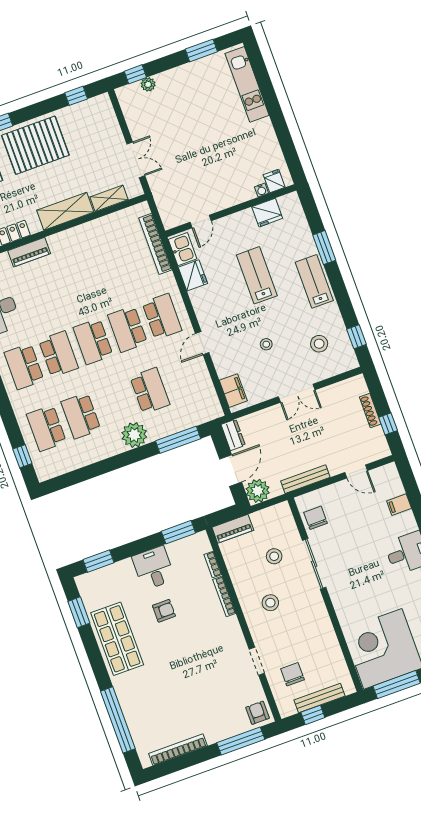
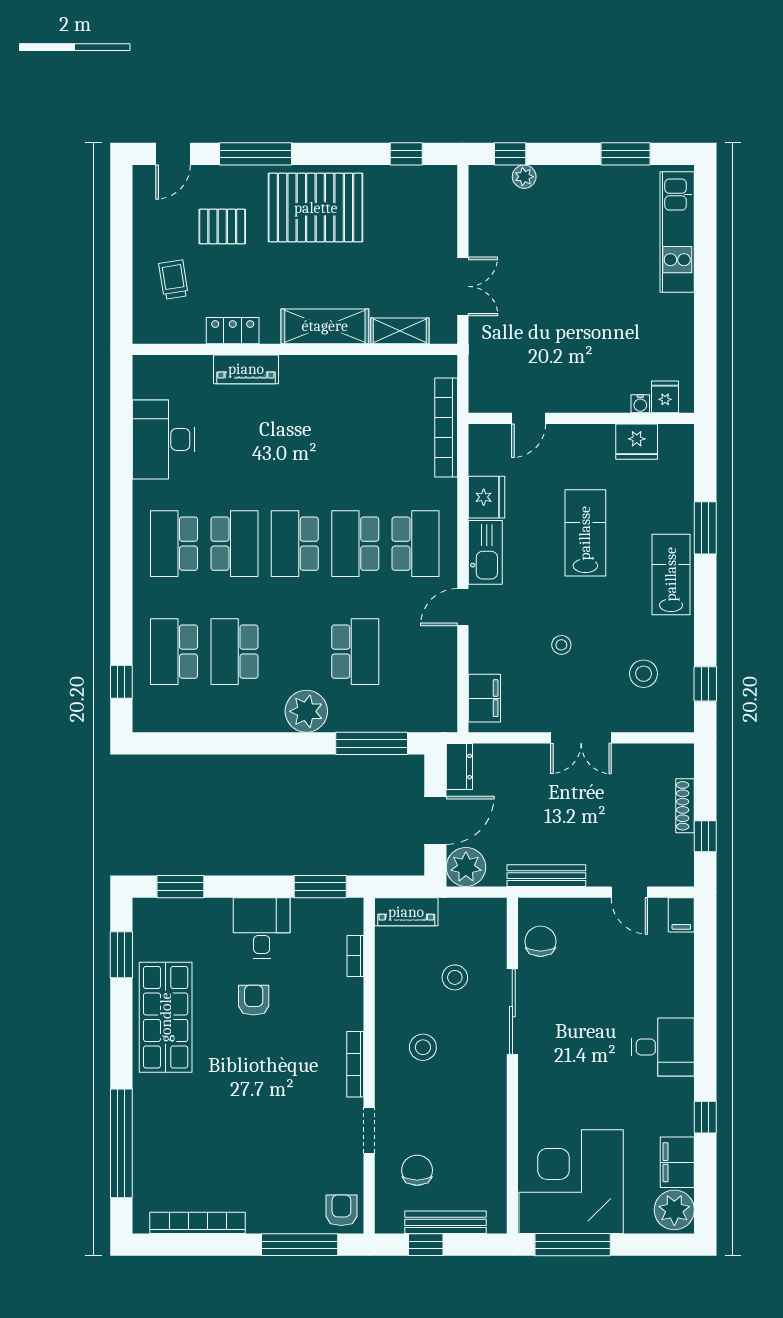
kitchen sink: (183, 249) -> (485, 552), moved, width x1.38
filing cabinet: (399, 505) -> (681, 915), moved, turned -90
bookcase: (224, 596) -> (355, 1064), moved
armchair: (164, 611) -> (254, 1000), turned -90

